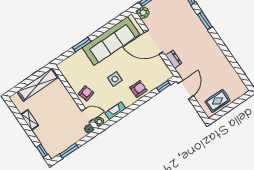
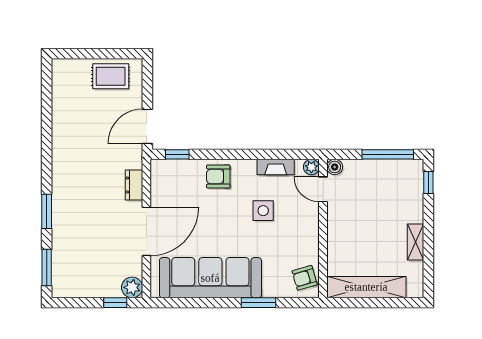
door: (154, 42) -> (146, 231), hinge flipped
side table: (115, 79) -> (263, 211), moved
armchair: (86, 93) -> (305, 278), moved
window: (69, 151) -> (388, 154), width x1.44

